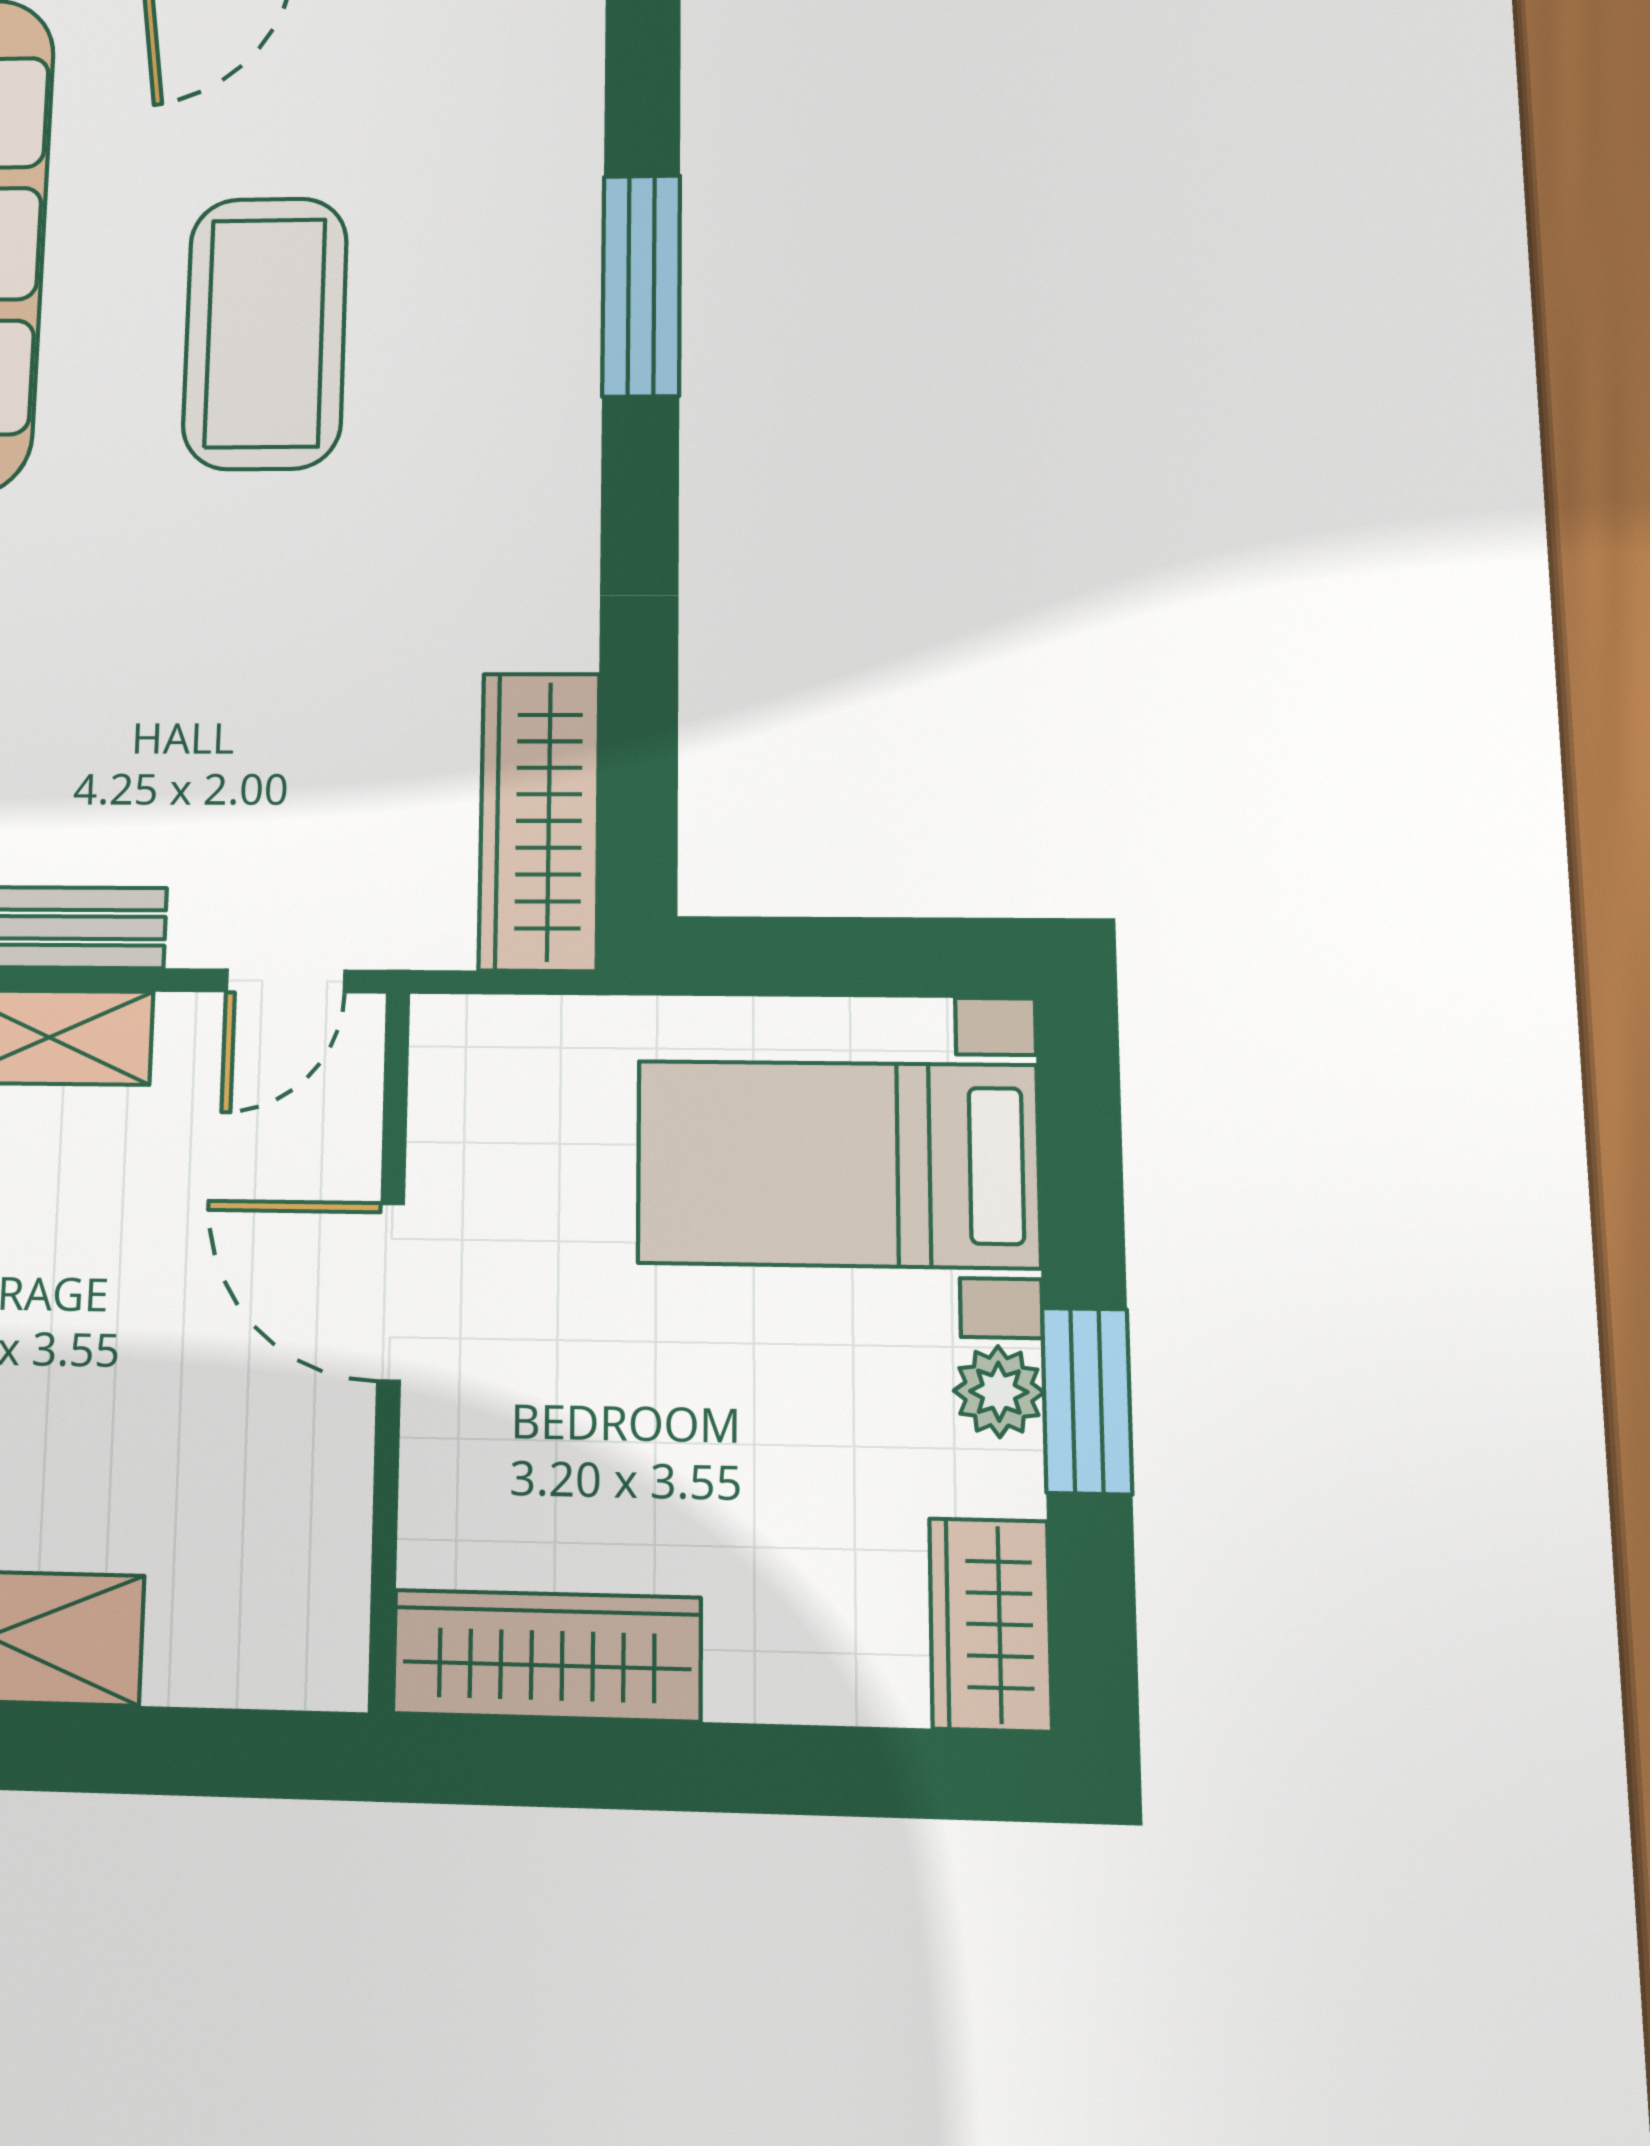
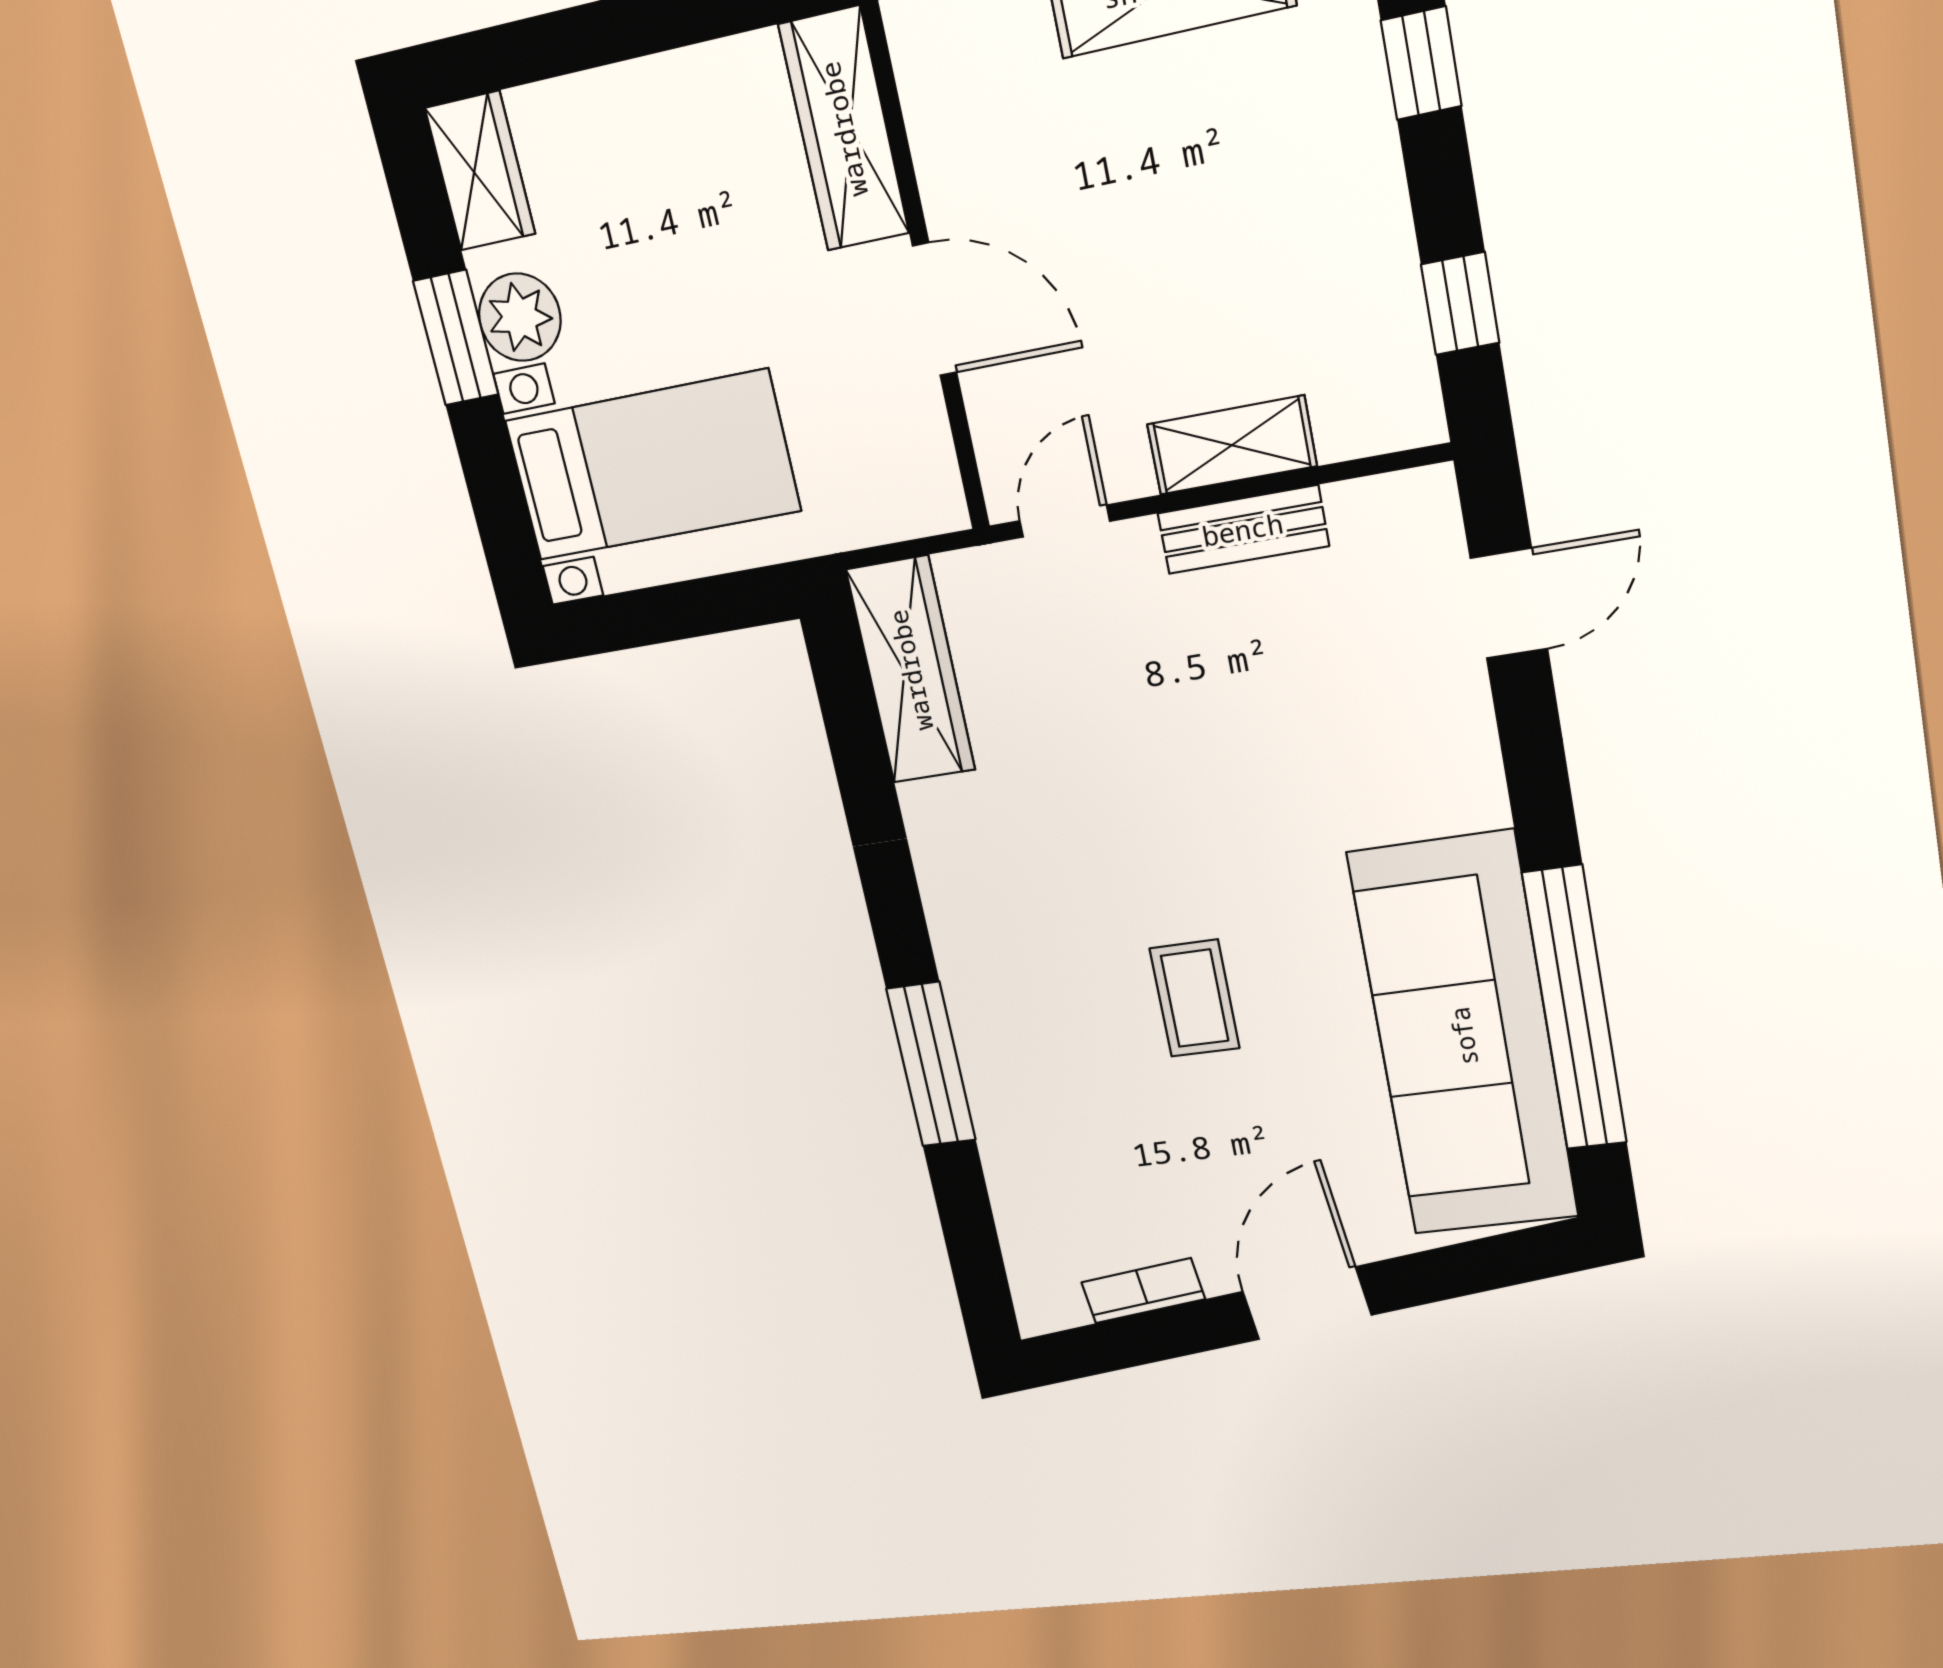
coffee table: (265, 333) -> (1195, 998), width x0.54, depth x0.58
plant: (999, 1392) -> (520, 317), width x1.38, depth x1.38
wardrobe: (547, 1655) -> (844, 129), moved, turned 90

